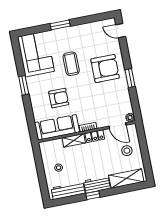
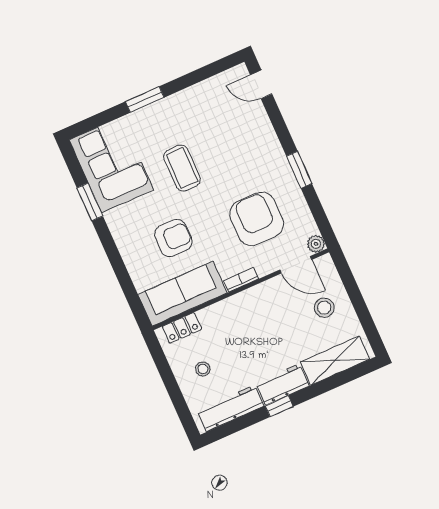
armchair: (105, 69) -> (257, 219), moved, turned -90
window: (24, 85) -> (90, 202), moved
locker: (95, 136) -> (182, 328), moved
shelving: (74, 140) -> (220, 311), removed

